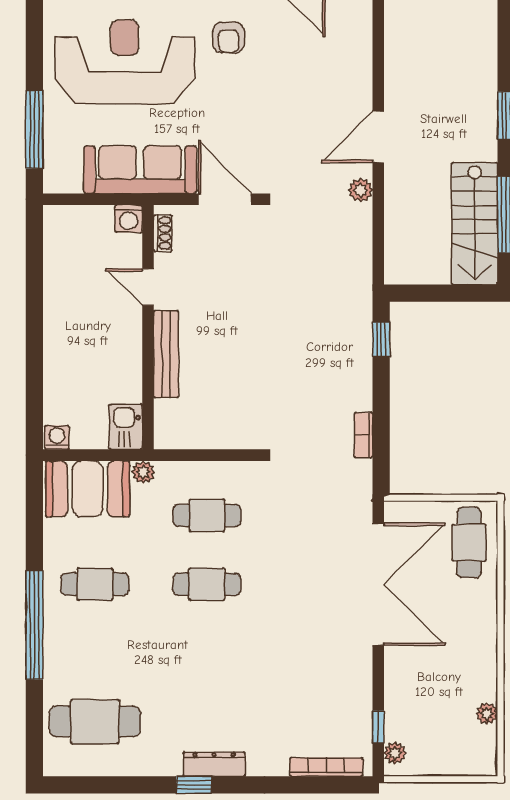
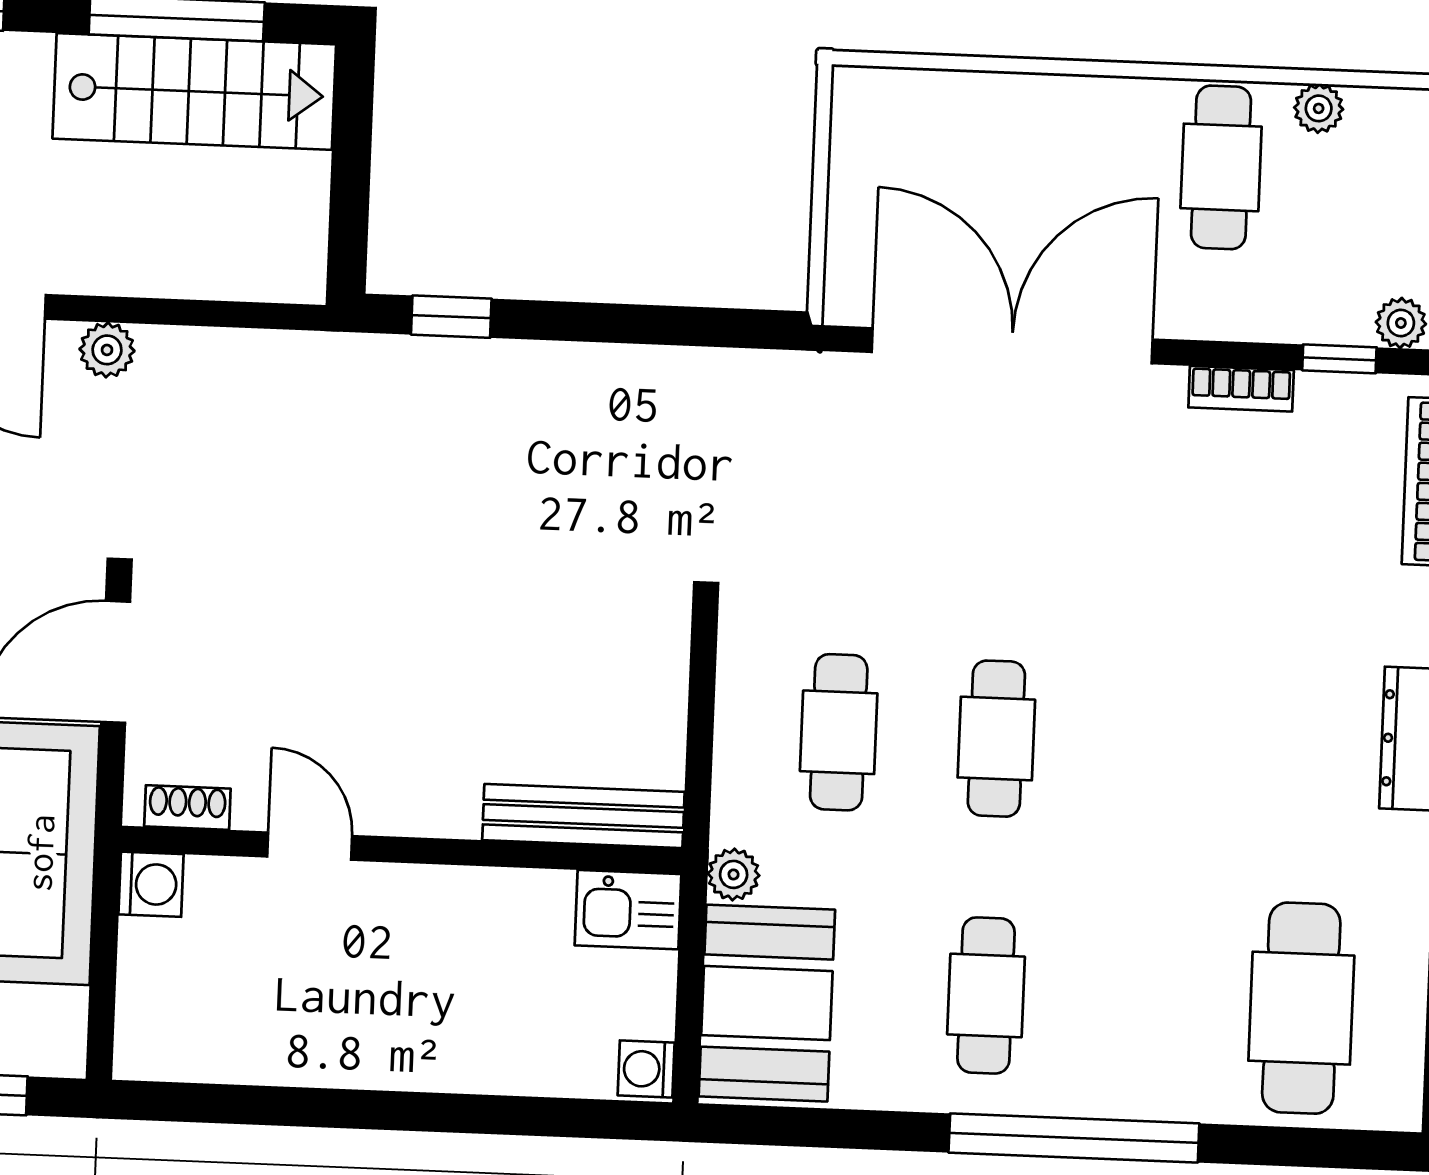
door: (148, 287) -> (310, 846), swing flipped
bench: (166, 354) -> (583, 816), moved
bookcase: (363, 435) -> (1241, 389), moved
cafe table: (469, 542) -> (1221, 167), moved, turned 90

